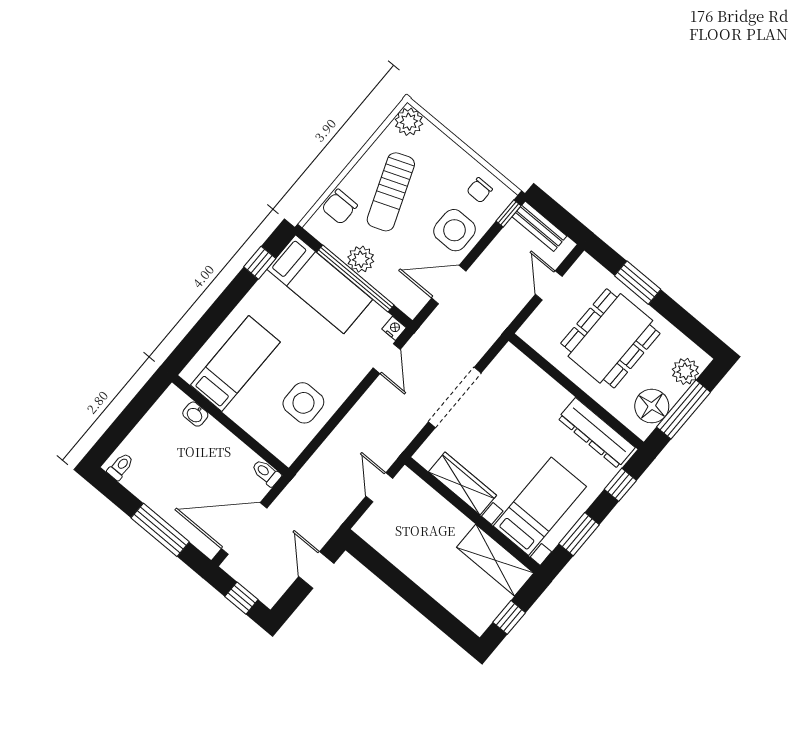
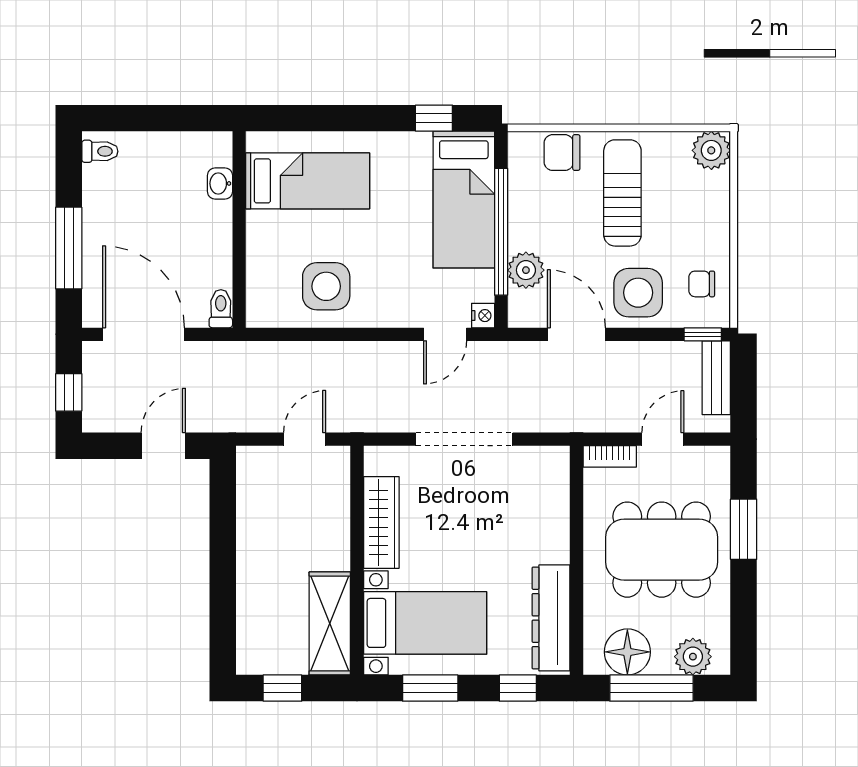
sun lounger: (391, 192) -> (622, 193), turned 111
plant: (361, 259) -> (526, 270), moved
bookcase: (533, 324) -> (610, 456), added

